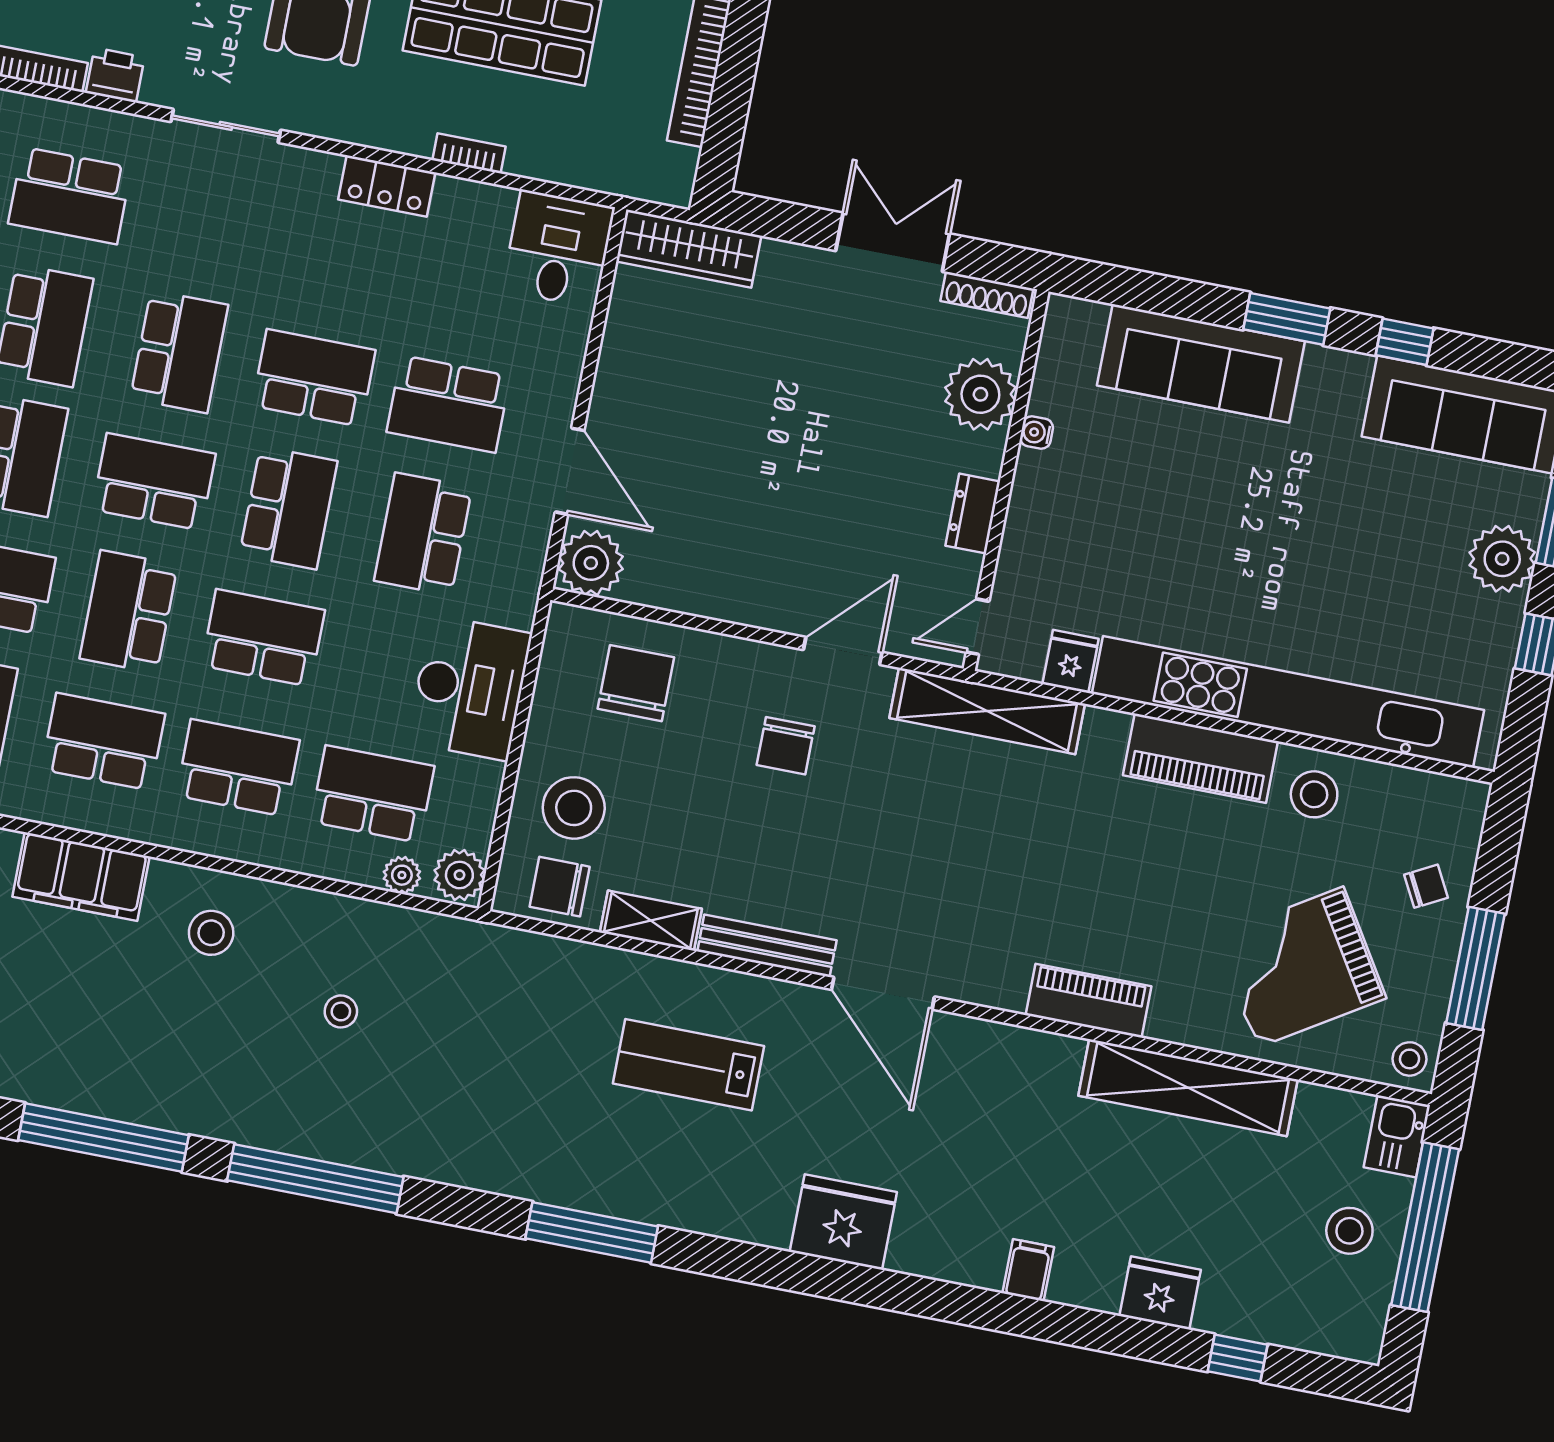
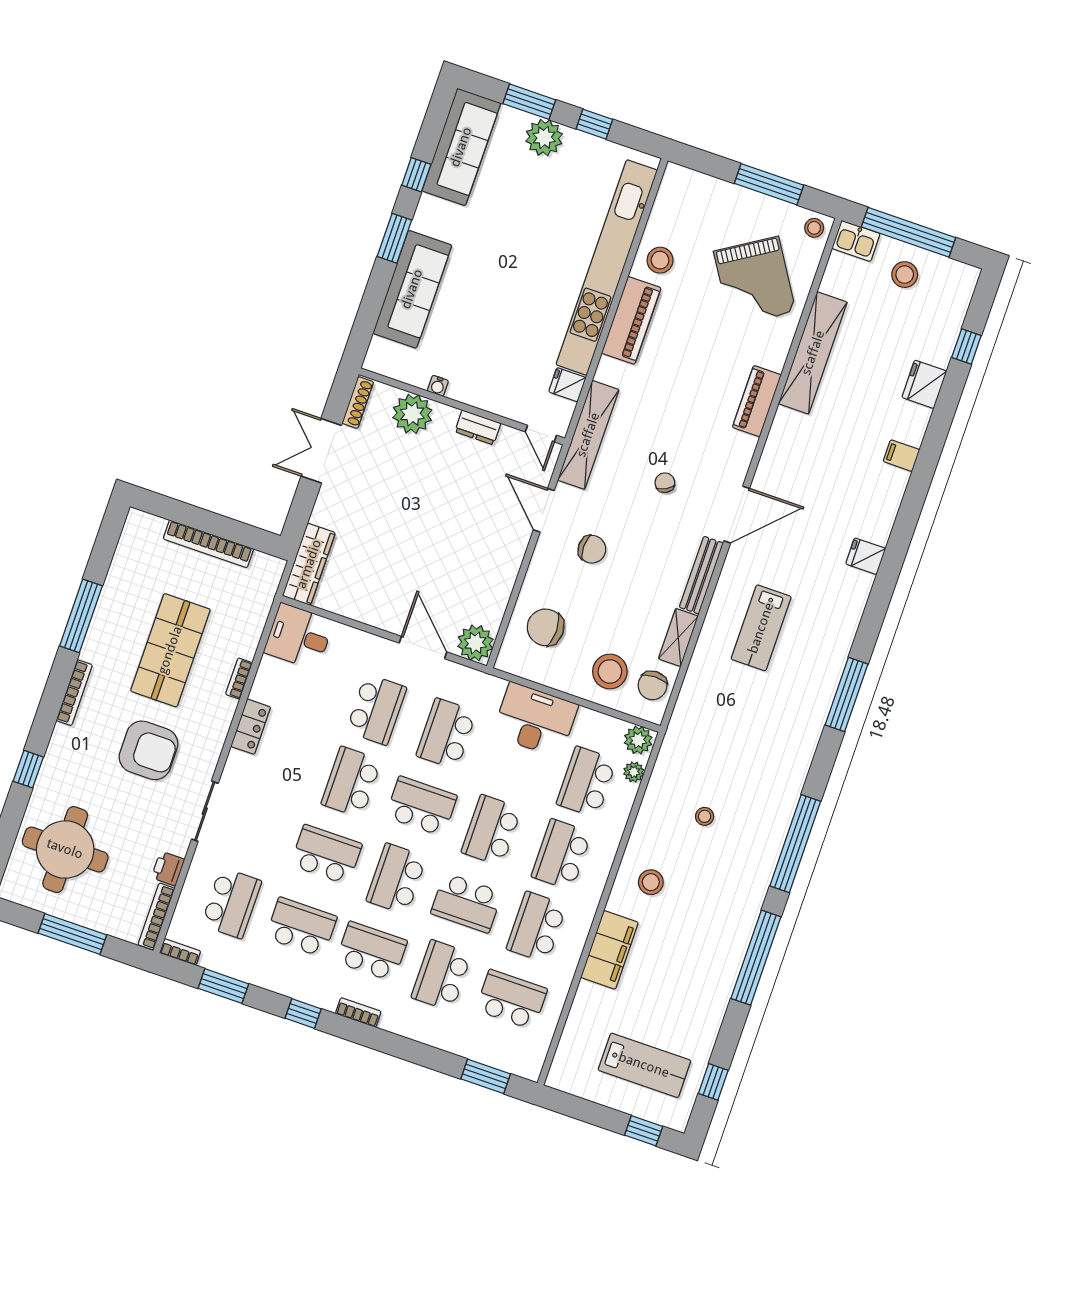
door: (570, 471) -> (423, 648), hinge flipped
school desk: (423, 534) -> (446, 734), turned 90
chair: (1426, 886) -> (665, 483), moved
fridge: (843, 1222) -> (866, 556), width x0.53, depth x0.75

